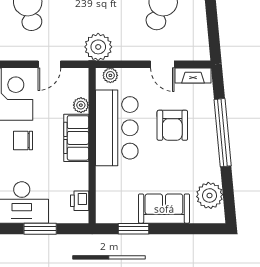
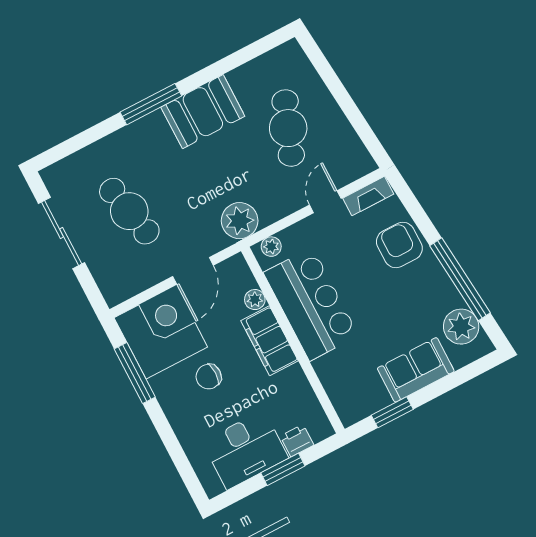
door: (49, 64) -> (193, 271), width x1.38
door: (162, 64) -> (325, 202), swing flipped
armchair: (172, 125) -> (399, 245), moved, turned 180
window: (223, 133) -> (460, 279), moved
printer: (80, 201) -> (297, 441), moved, turned 90

